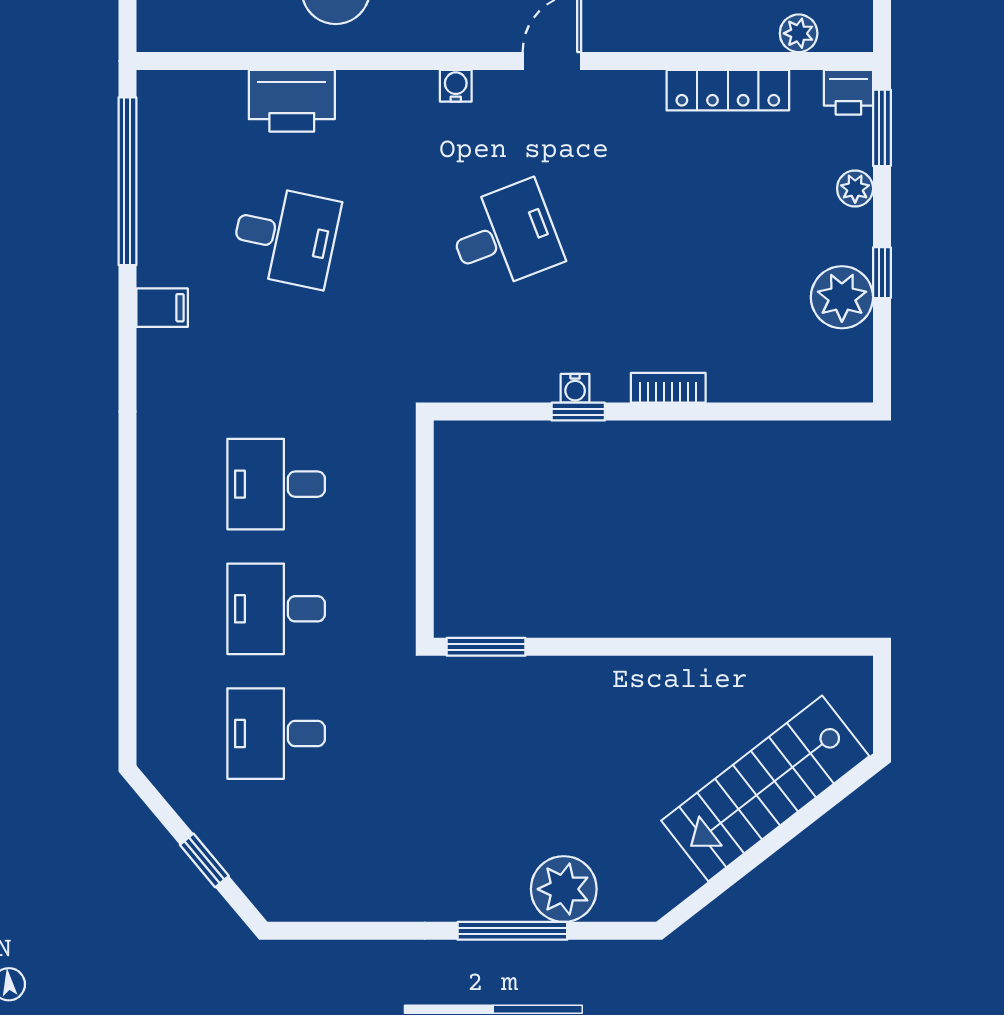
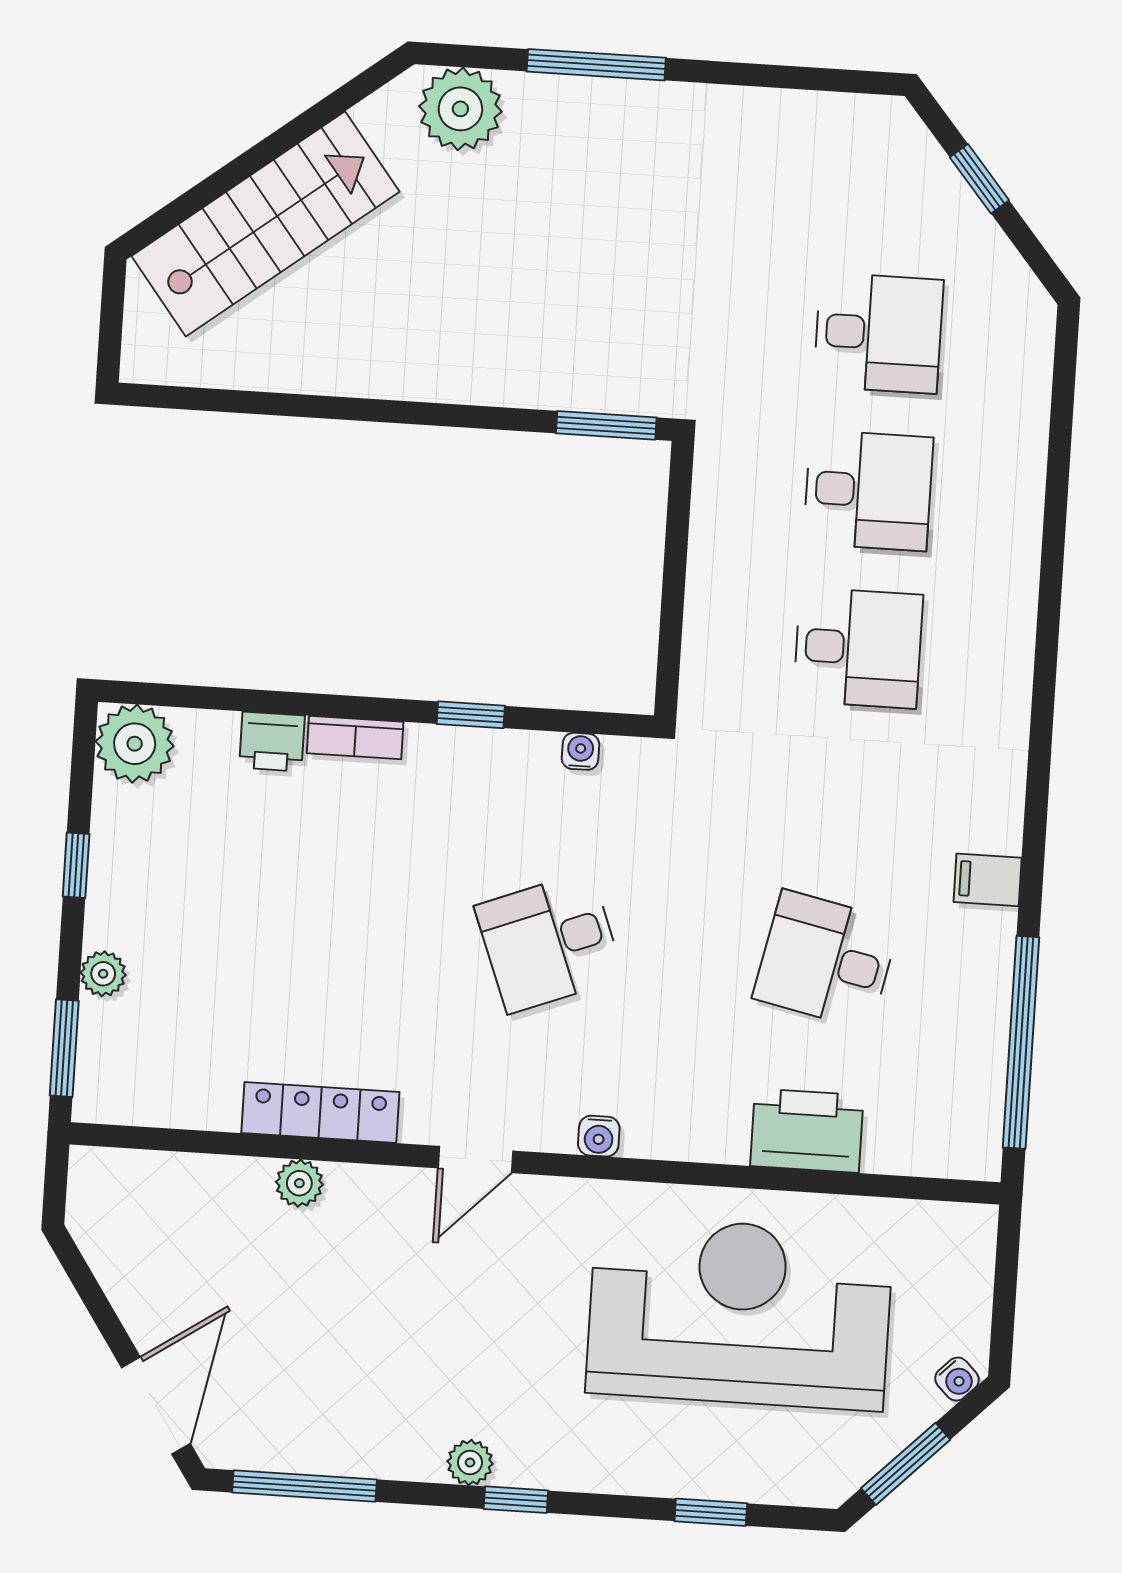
plant: (799, 33) -> (299, 1183), moved
locker: (728, 90) -> (320, 1113), moved
printer: (848, 92) -> (272, 742), moved, turned 180
plant: (842, 297) -> (135, 744), moved
water cooler: (575, 388) -> (580, 751), moved
plant: (564, 889) -> (460, 109), moved

